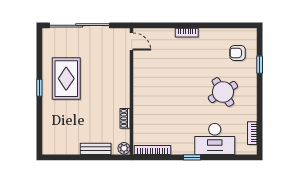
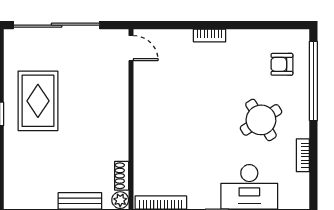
window: (260, 65) -> (313, 81), width x3.17
shoe rack: (125, 118) -> (122, 176), moved
bookcase: (252, 133) -> (303, 155), moved

